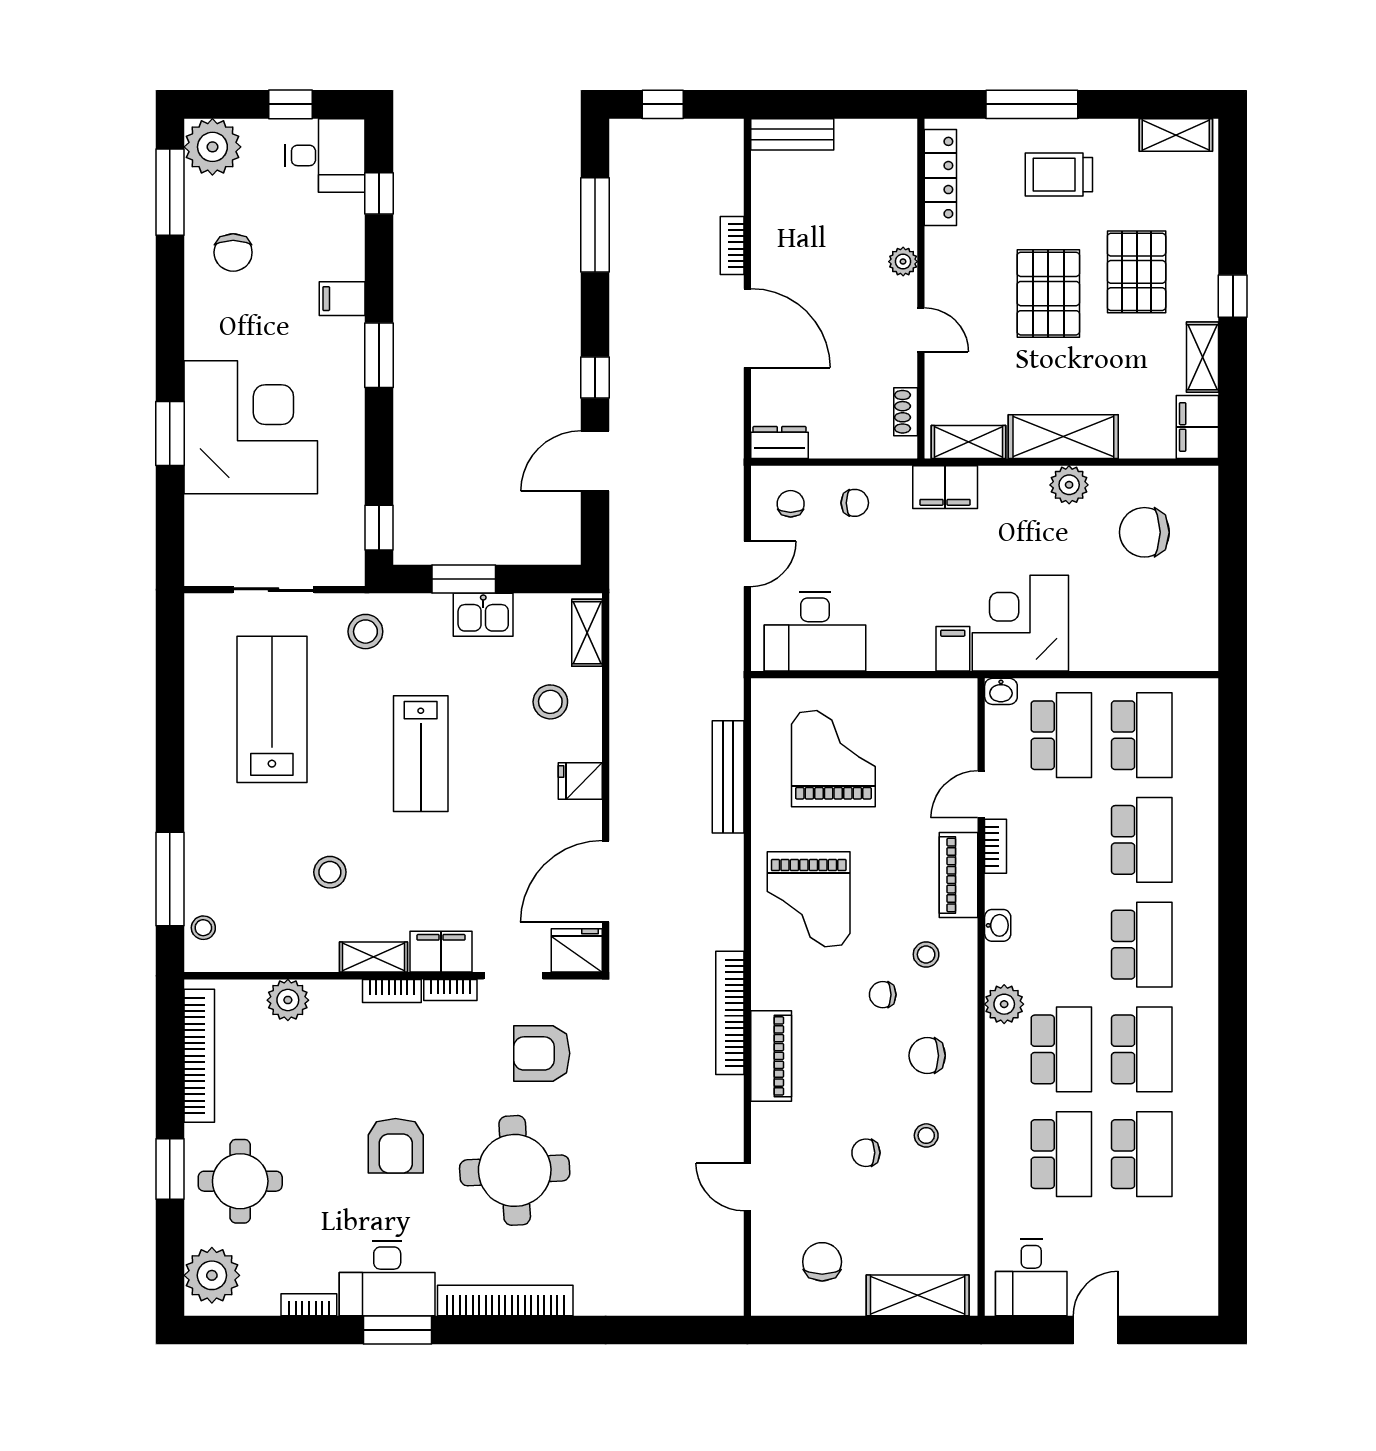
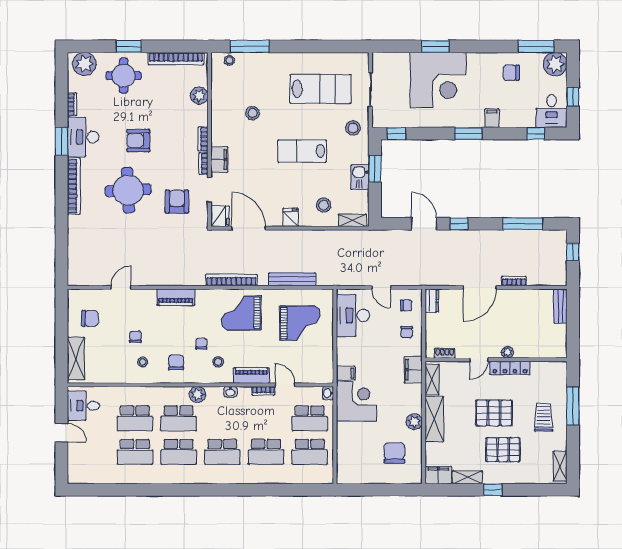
locker: (940, 178) -> (510, 368), moved
shelving: (374, 957) -> (217, 131), removed
bookcase: (730, 1013) -> (231, 280), moved

